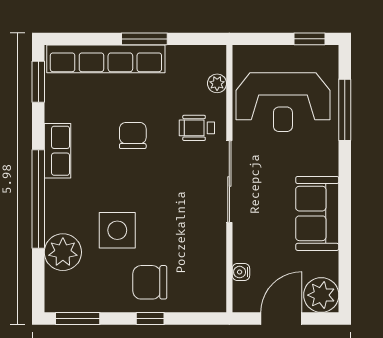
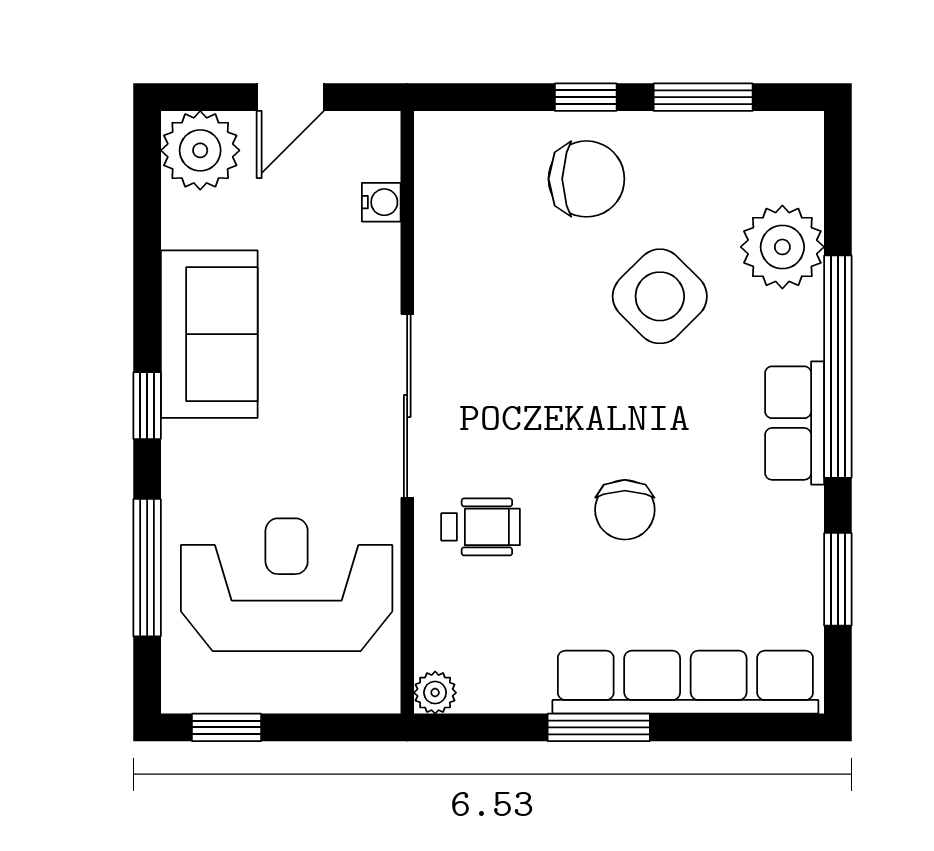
window: (38, 82) -> (838, 579), moved
plant: (217, 83) -> (435, 693), moved
row of seats: (57, 151) -> (795, 423), moved
window: (345, 182) -> (147, 406), added
side table: (117, 230) -> (660, 296), turned 45
window: (78, 319) -> (703, 97), moved
door: (281, 319) -> (290, 97), width x0.73

